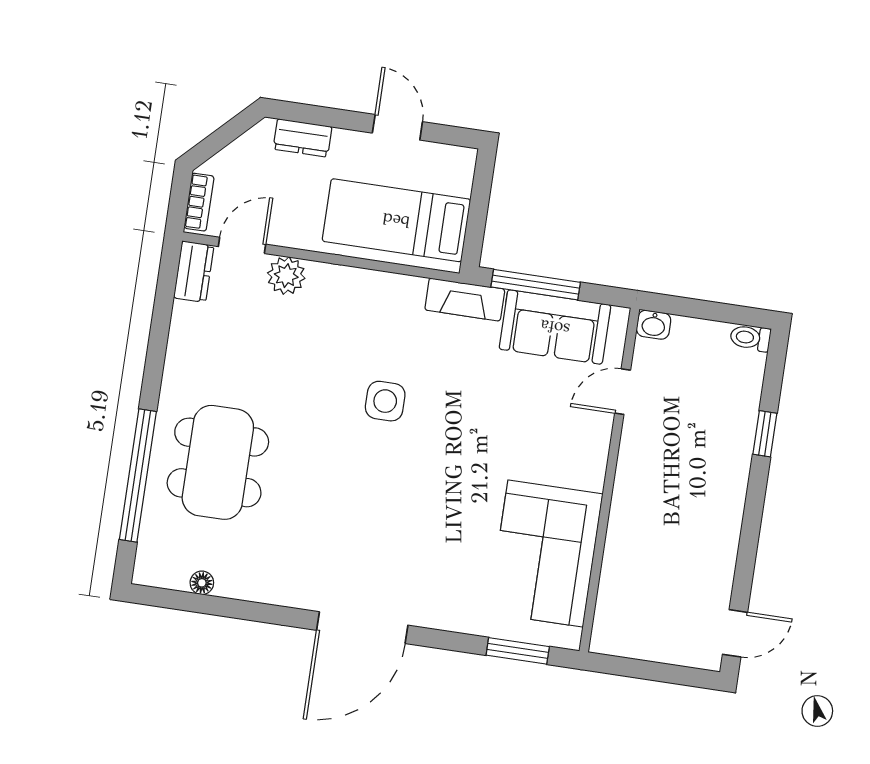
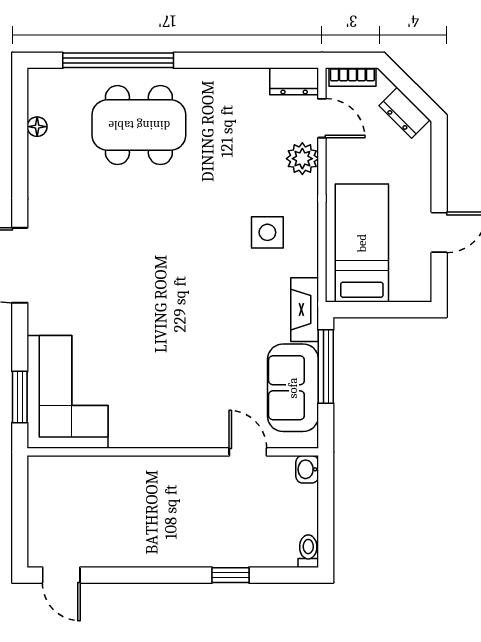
dresser: (303, 138) -> (405, 113), moved, turned -45
side table: (385, 401) -> (267, 232), moved
corner sofa: (545, 553) -> (68, 392), moved, turned 90

